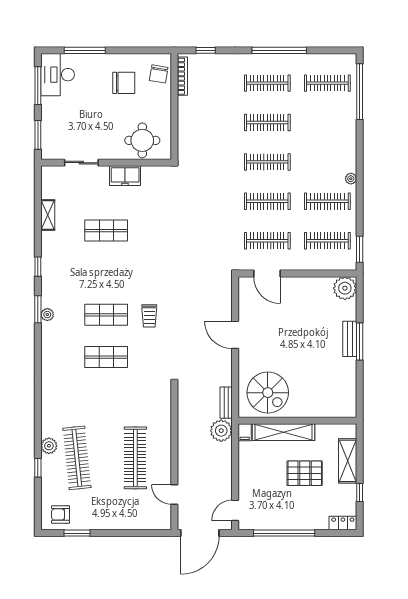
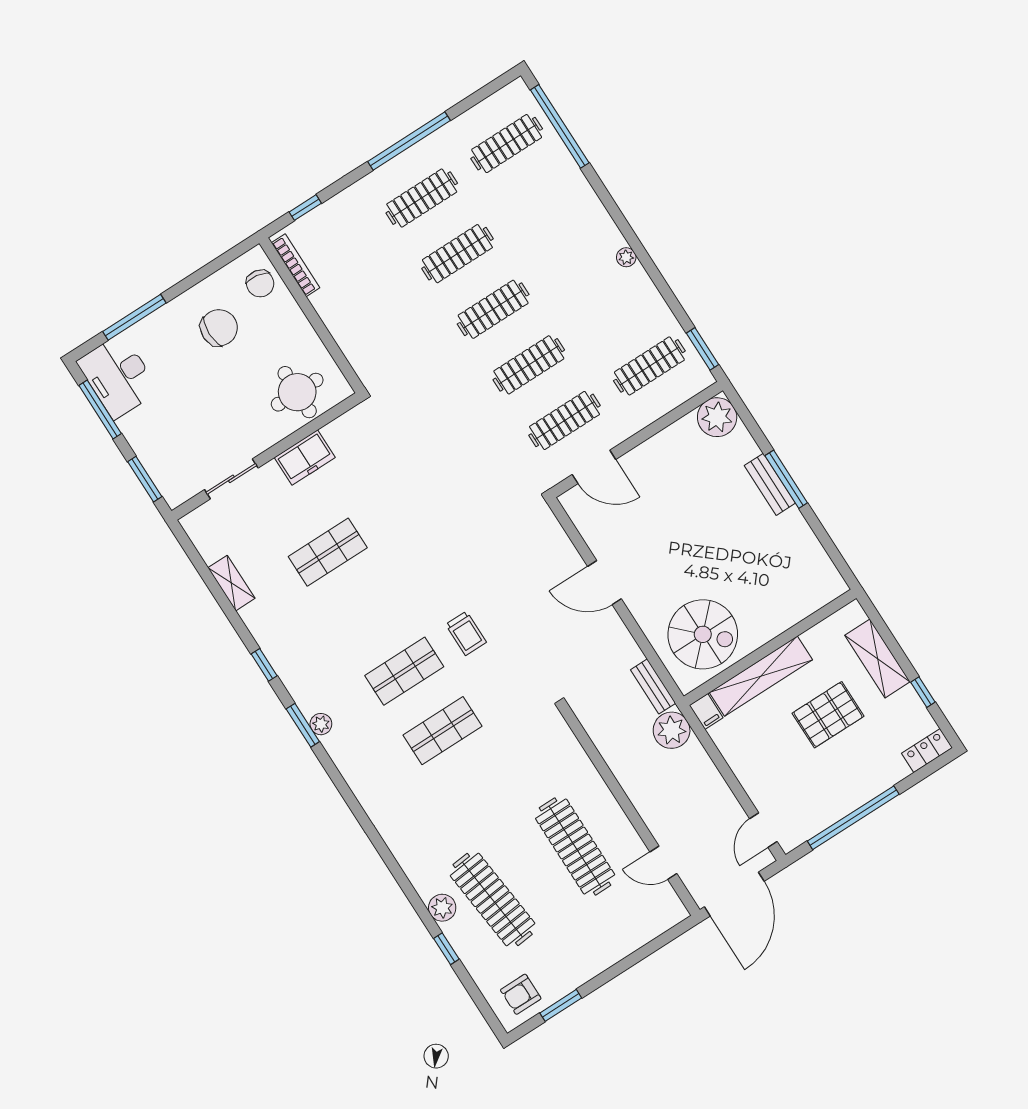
clothes rail: (327, 201) -> (614, 310), removed

